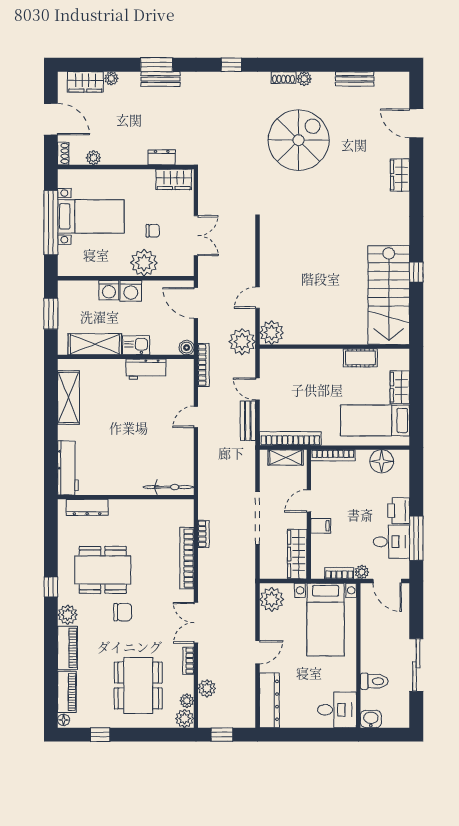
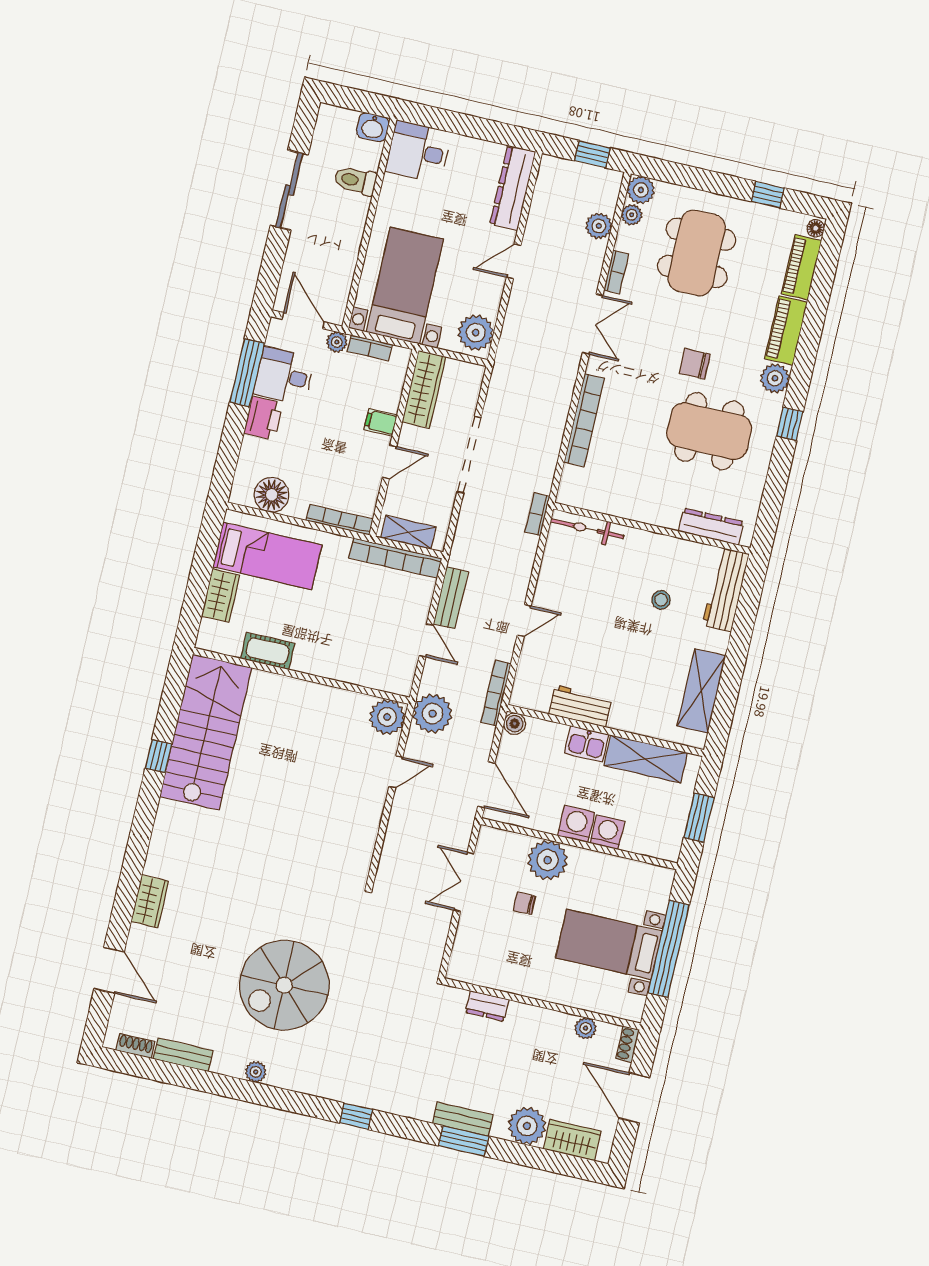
shoe rack: (283, 77) -> (135, 1046), moved
plant: (111, 78) -> (527, 1126), width x1.88, depth x1.88
wardrobe: (174, 179) -> (477, 970), removed
stool: (109, 451) -> (661, 600), added
bookcase: (203, 534) -> (537, 514), moved

